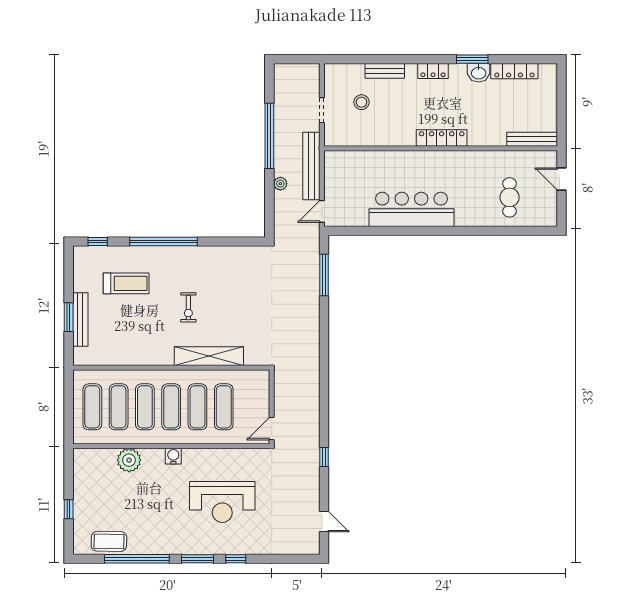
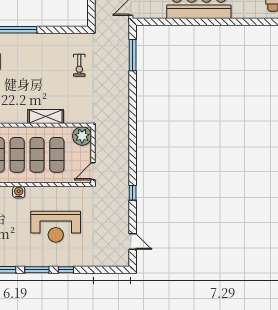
exercise bike: (188, 307) -> (79, 65), moved
shelving: (209, 356) -> (46, 116), width x0.68
plant: (257, 382) -> (82, 136), added

